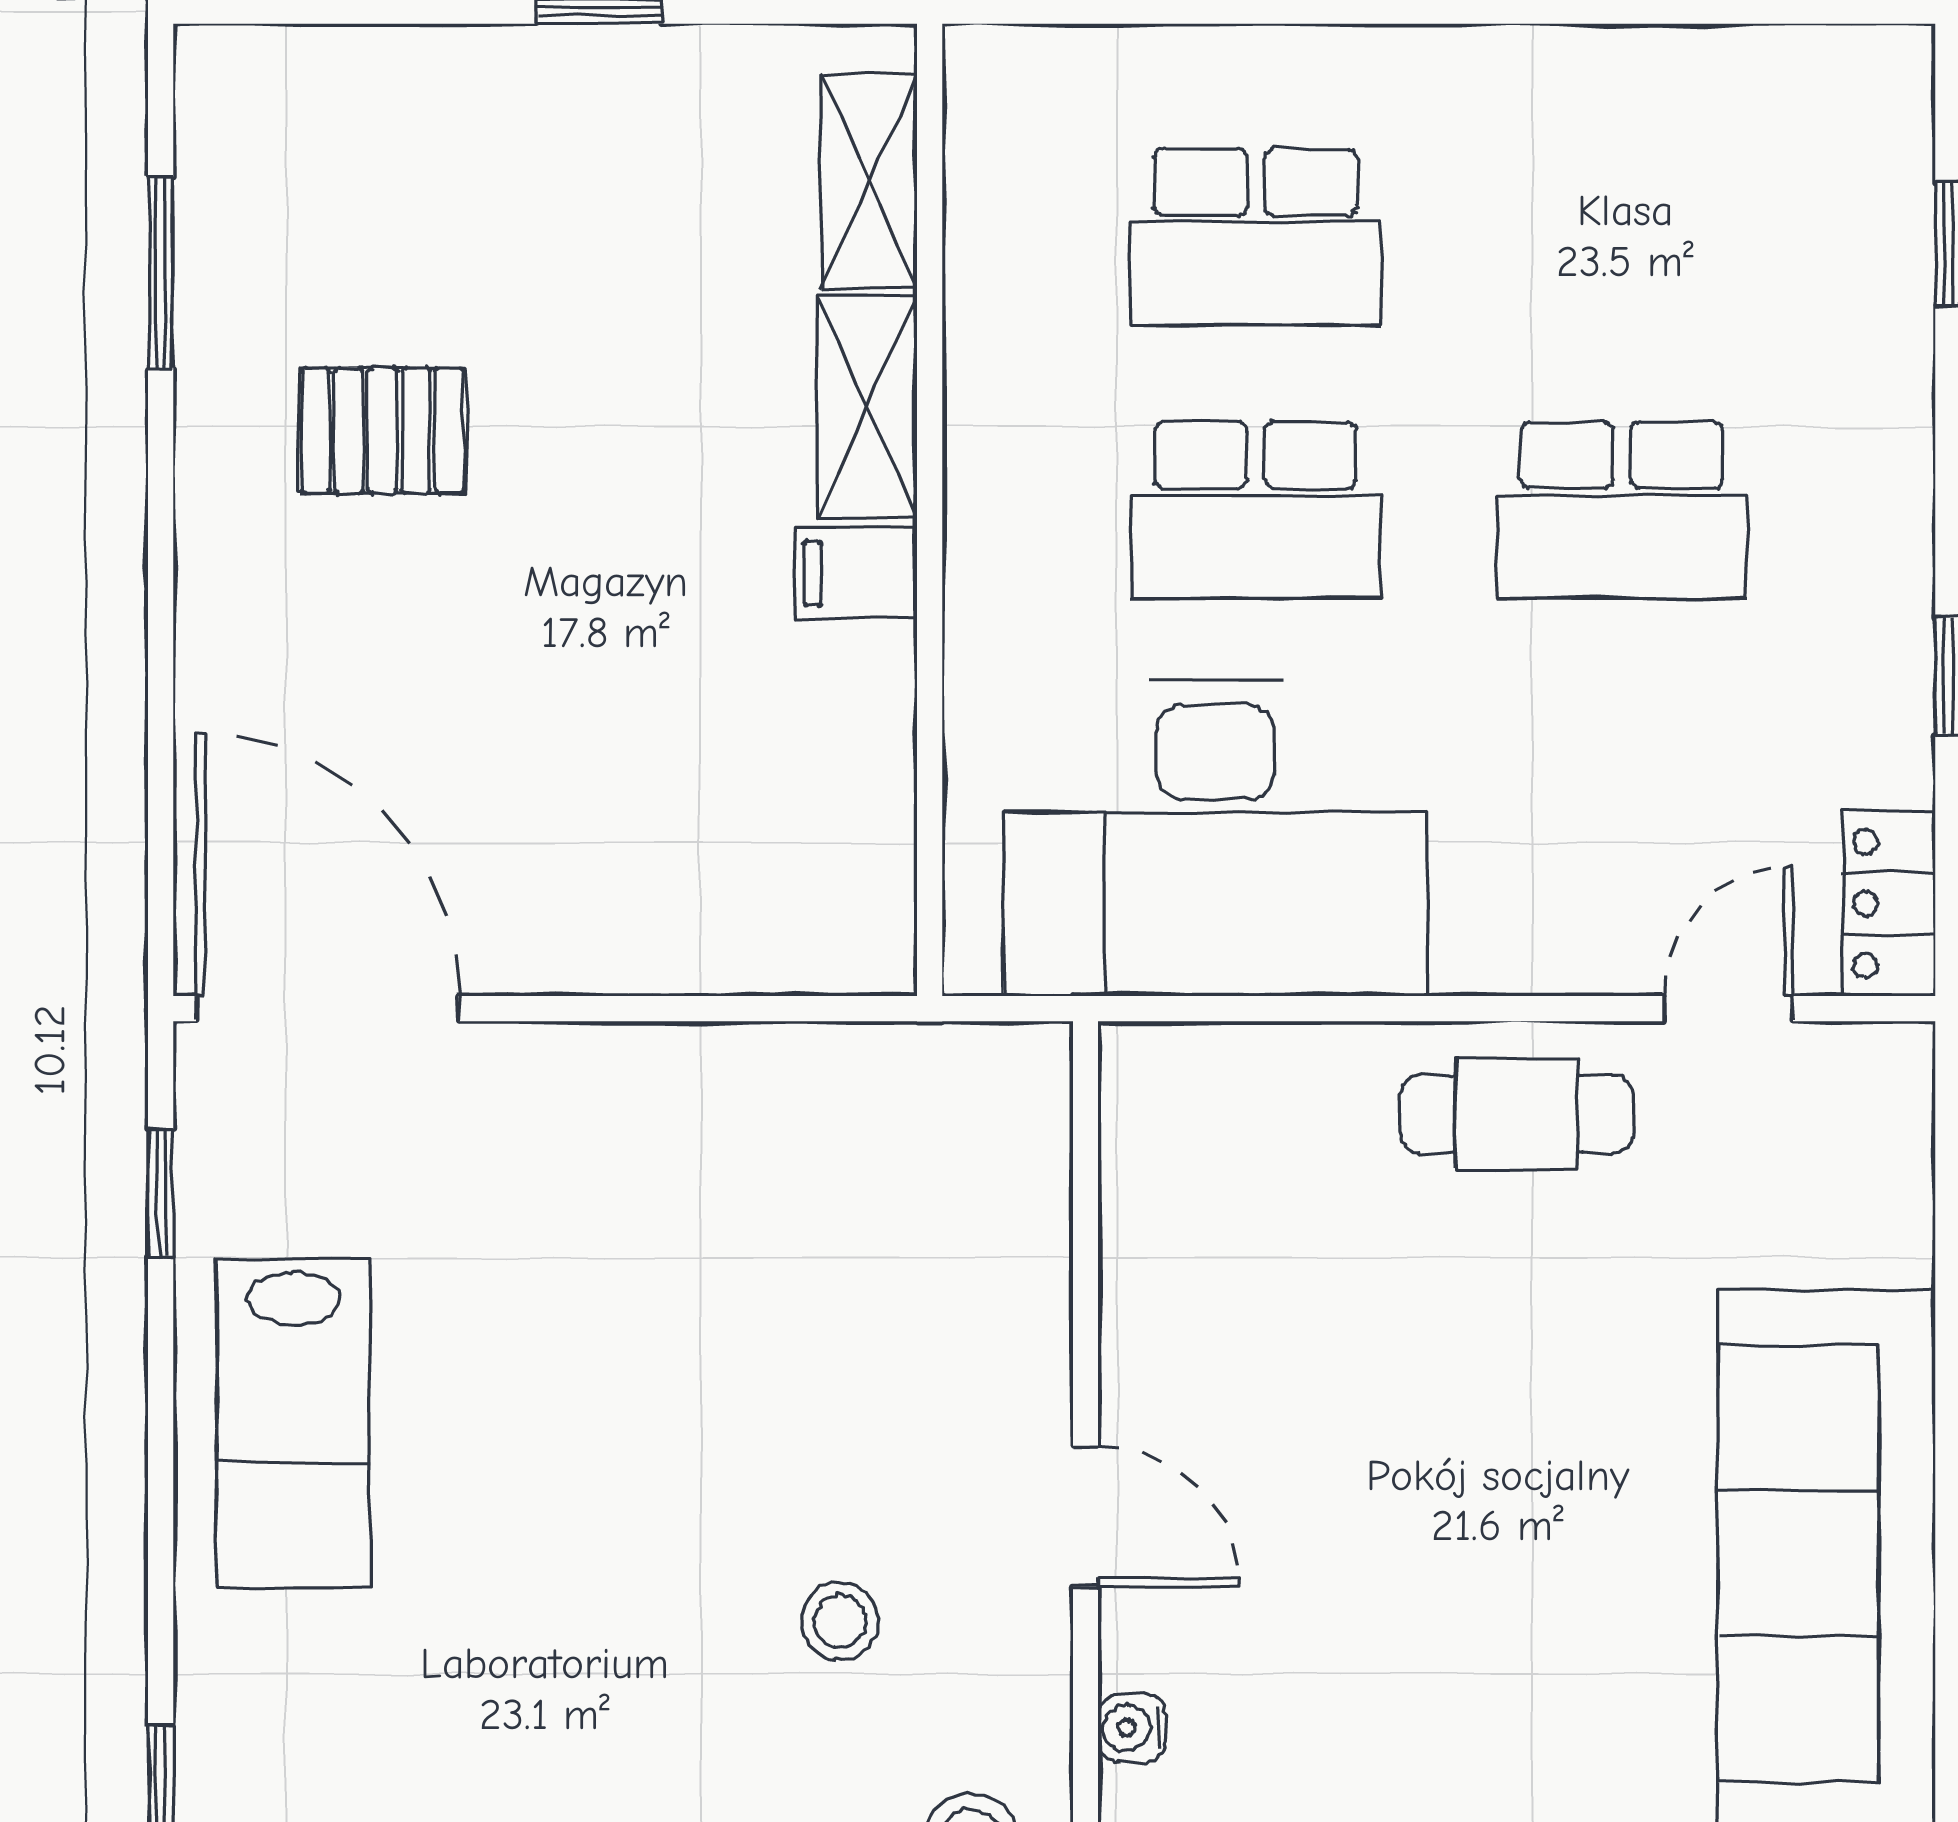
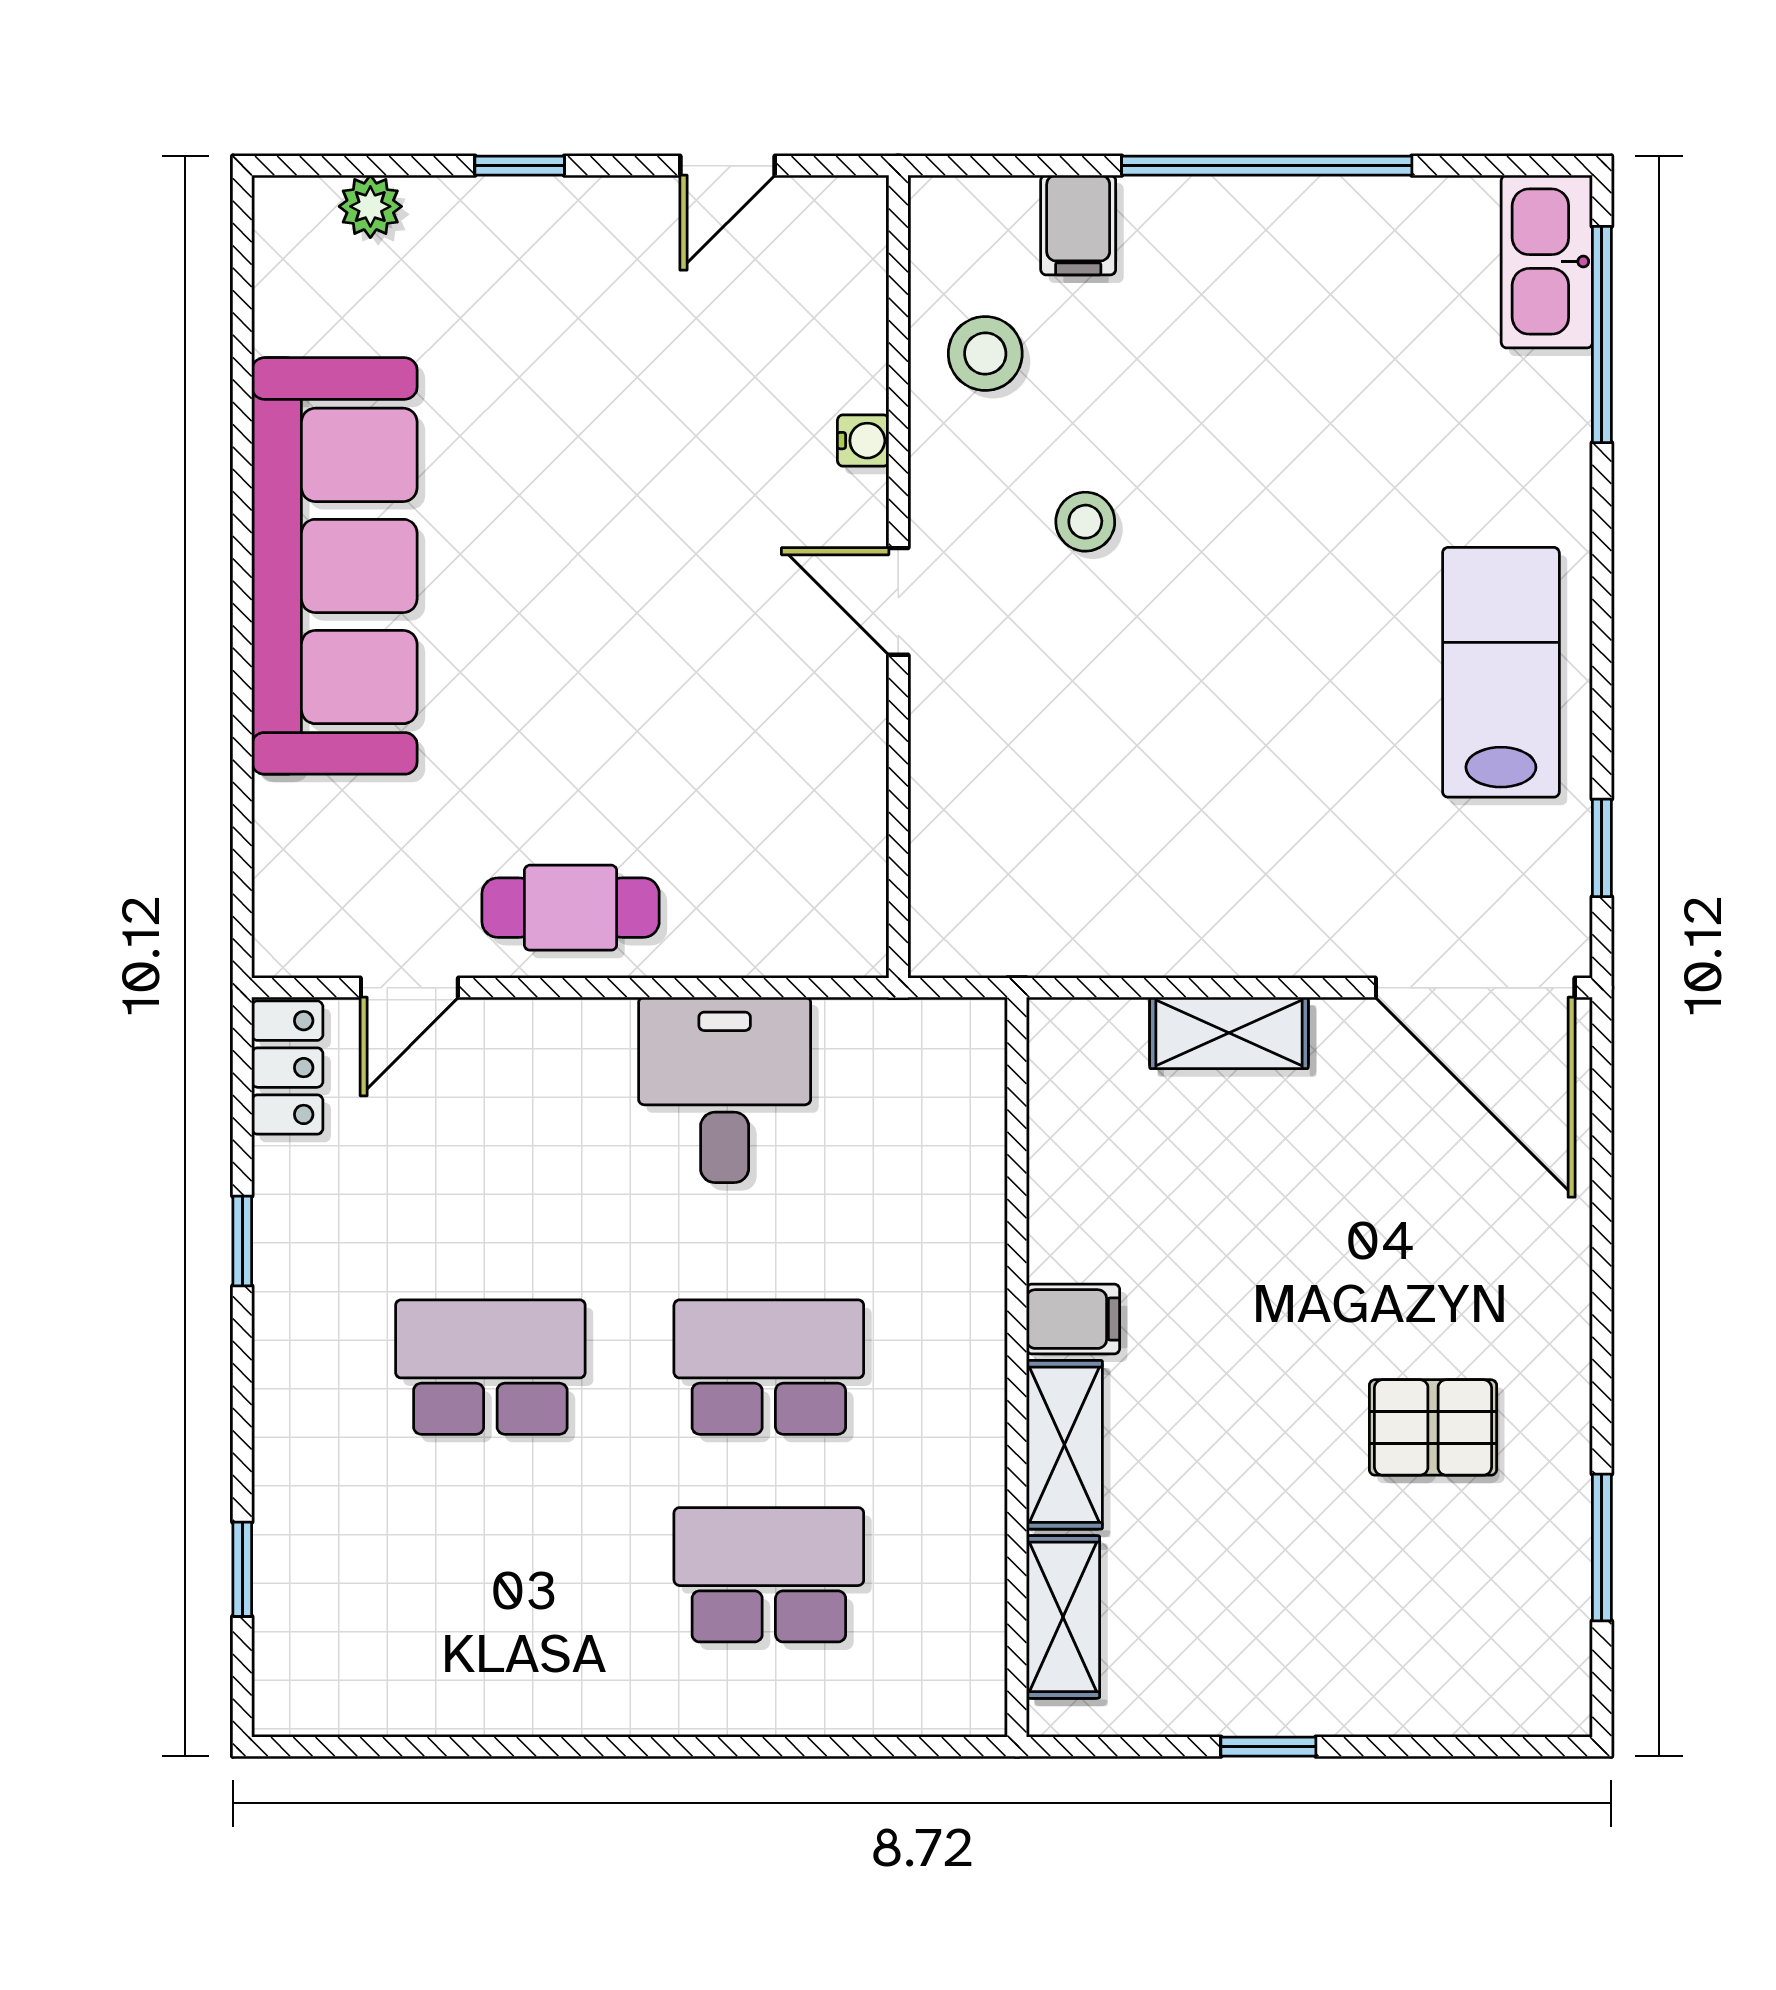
desk: (1215, 838) -> (725, 1090), width x0.53, depth x0.77
shelving: (651, 949) -> (1229, 1033), added

